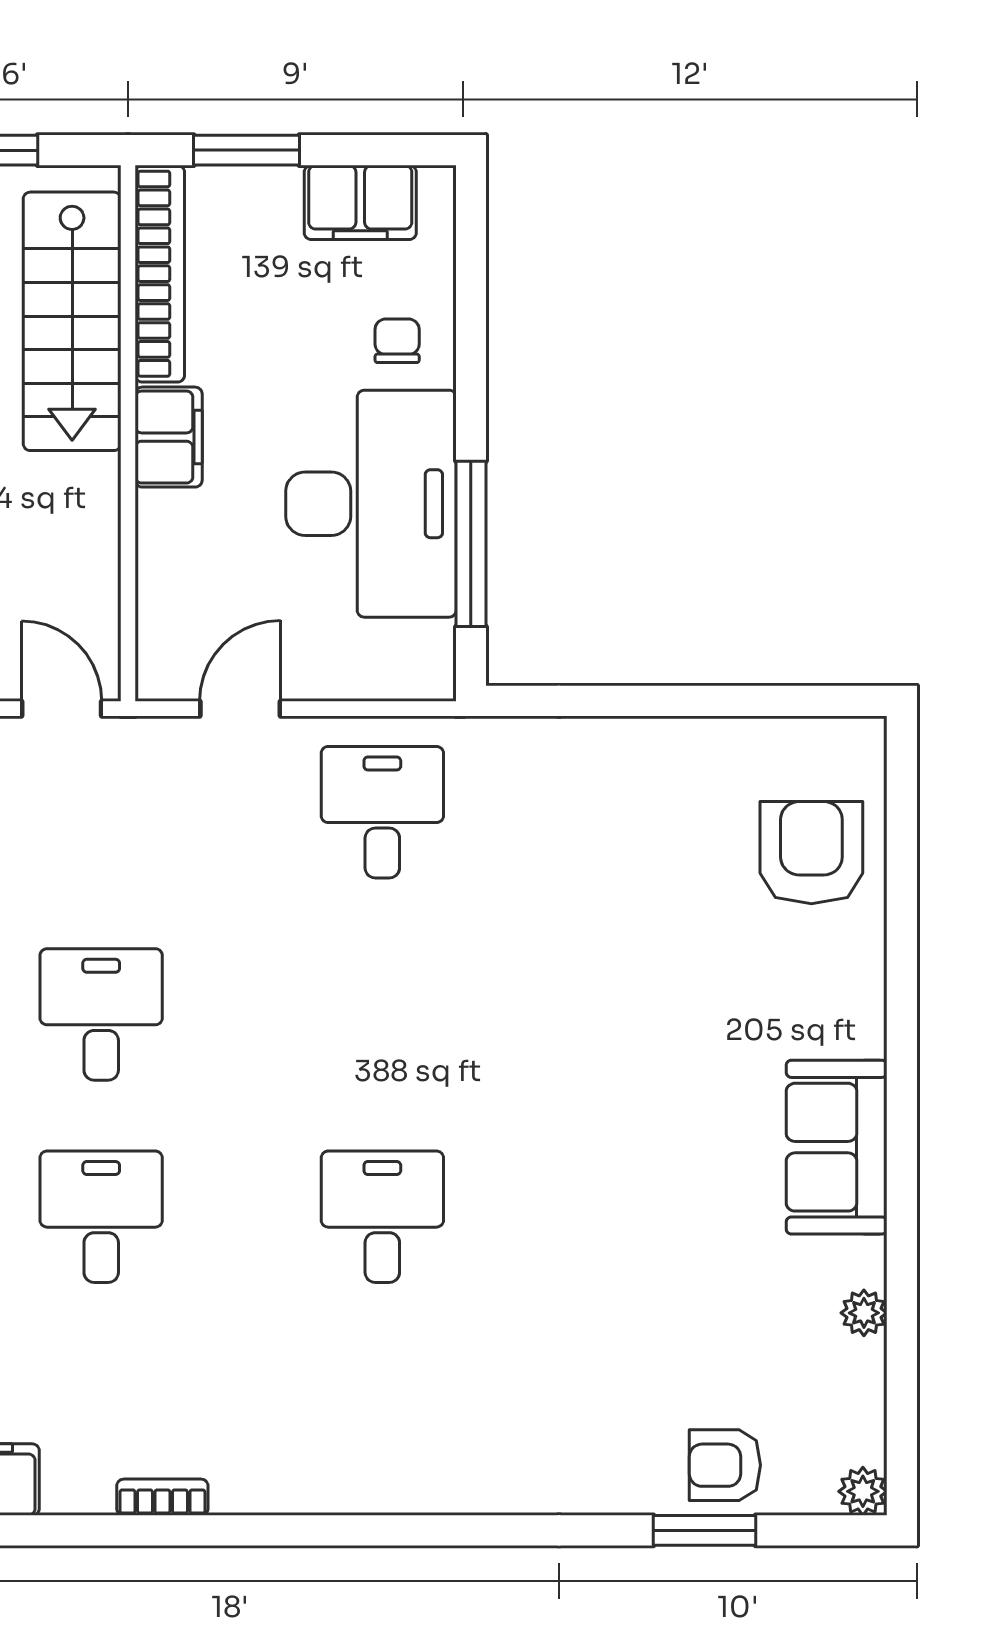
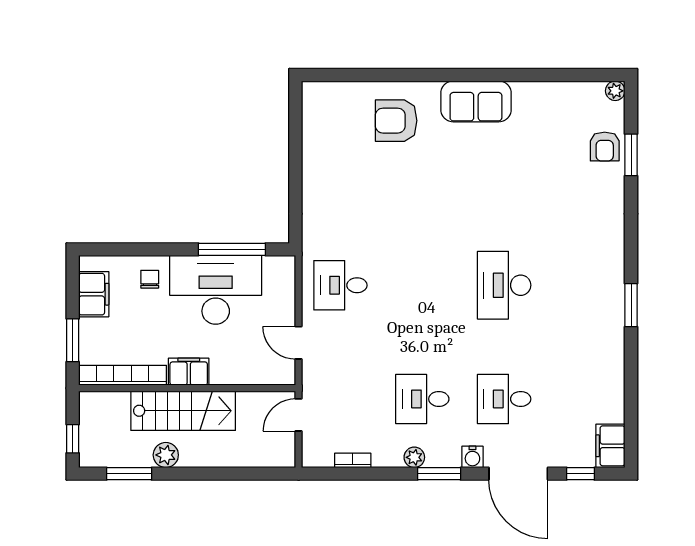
stairs: (72, 321) -> (183, 411), moved
chair: (397, 341) -> (150, 279), turned 90
armchair: (811, 853) -> (396, 121), moved
desk: (382, 1217) -> (504, 285), width x1.37
plant: (864, 1313) -> (543, 90), removed
bookcase: (162, 1497) -> (618, 374), removed
window: (333, 1530) -> (631, 305), added

